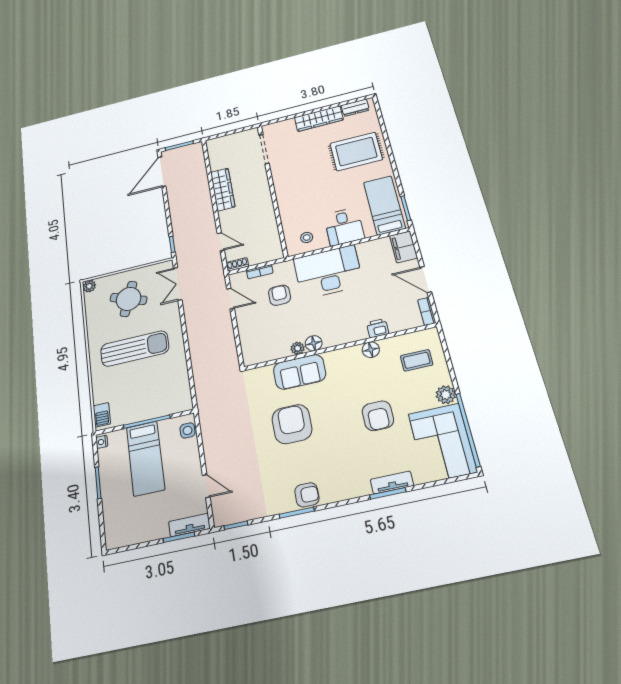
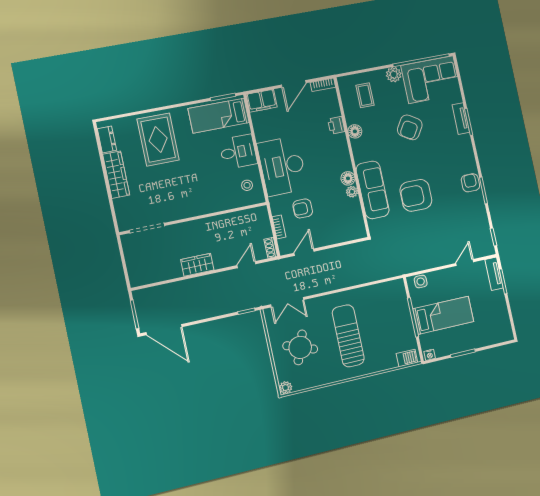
wardrobe: (223, 190) -> (197, 265), width x0.67
sofa: (300, 372) -> (373, 190), width x1.36
armchair: (378, 416) -> (410, 127), turned 122

